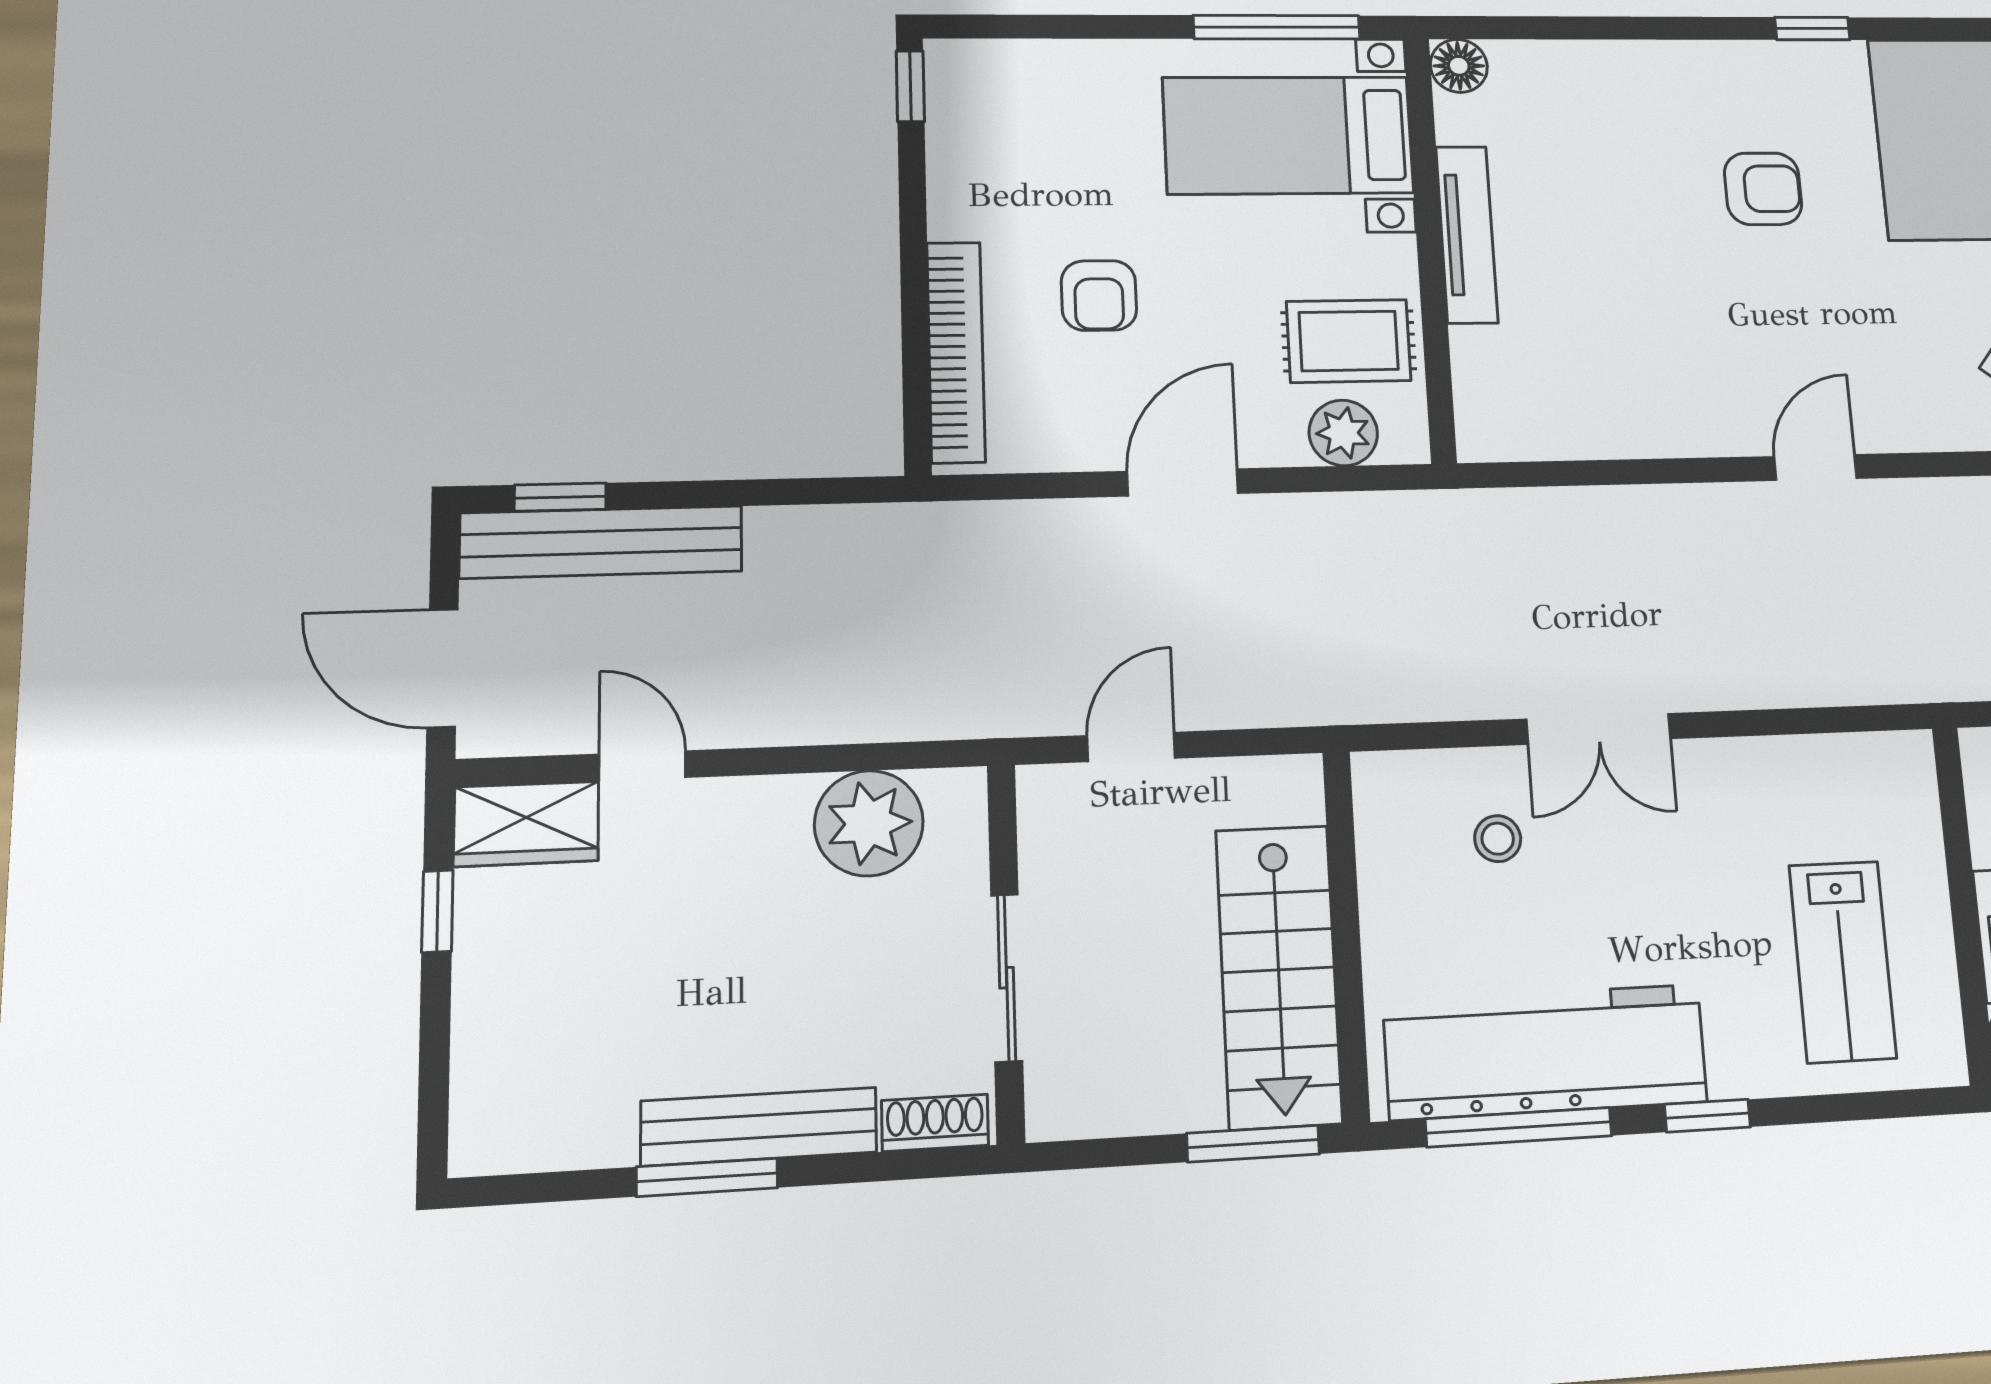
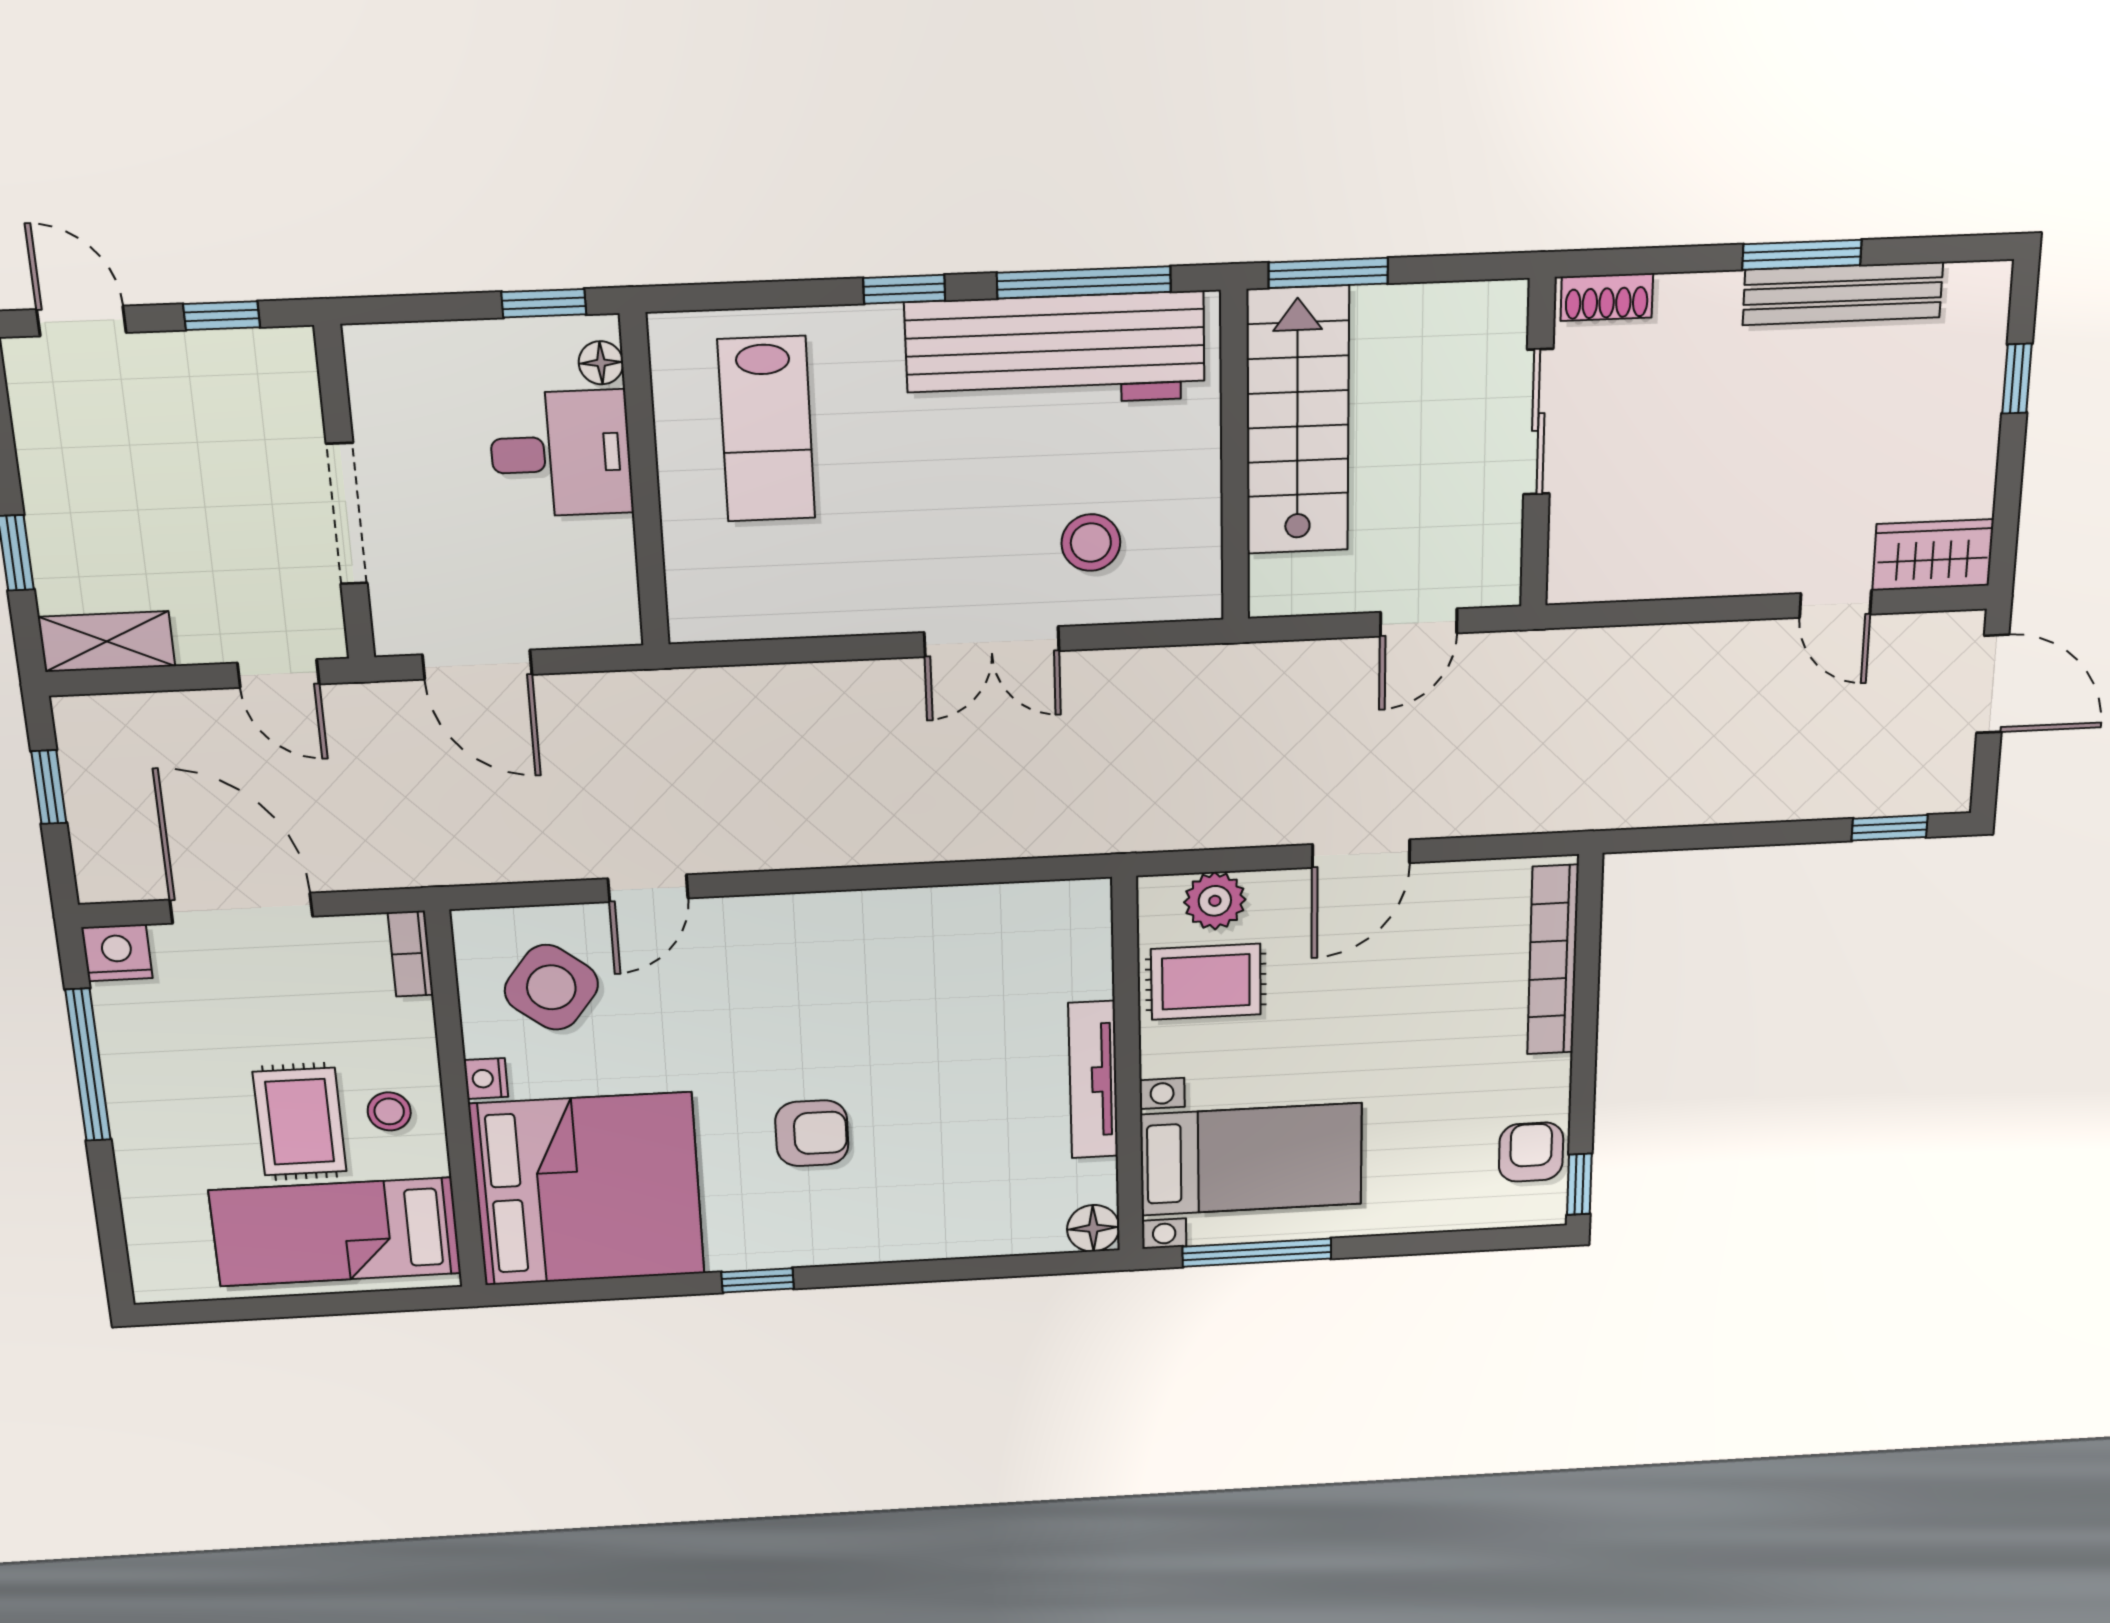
armchair: (1763, 189) -> (812, 1133), turned 180
armchair: (1099, 296) -> (1531, 1152), moved
door: (1816, 467) -> (648, 888), moved
bench: (602, 542) -> (1858, 791), removed
double door: (1598, 729) -> (992, 642), swing flipped
plant: (869, 823) -> (1649, 556), removed
stool: (1498, 839) -> (1091, 543), width x1.37, depth x1.37
window: (437, 911) -> (2017, 379), moved
lab bench: (1843, 962) -> (766, 429), turned 180
bench: (759, 1127) -> (1843, 294), moved

